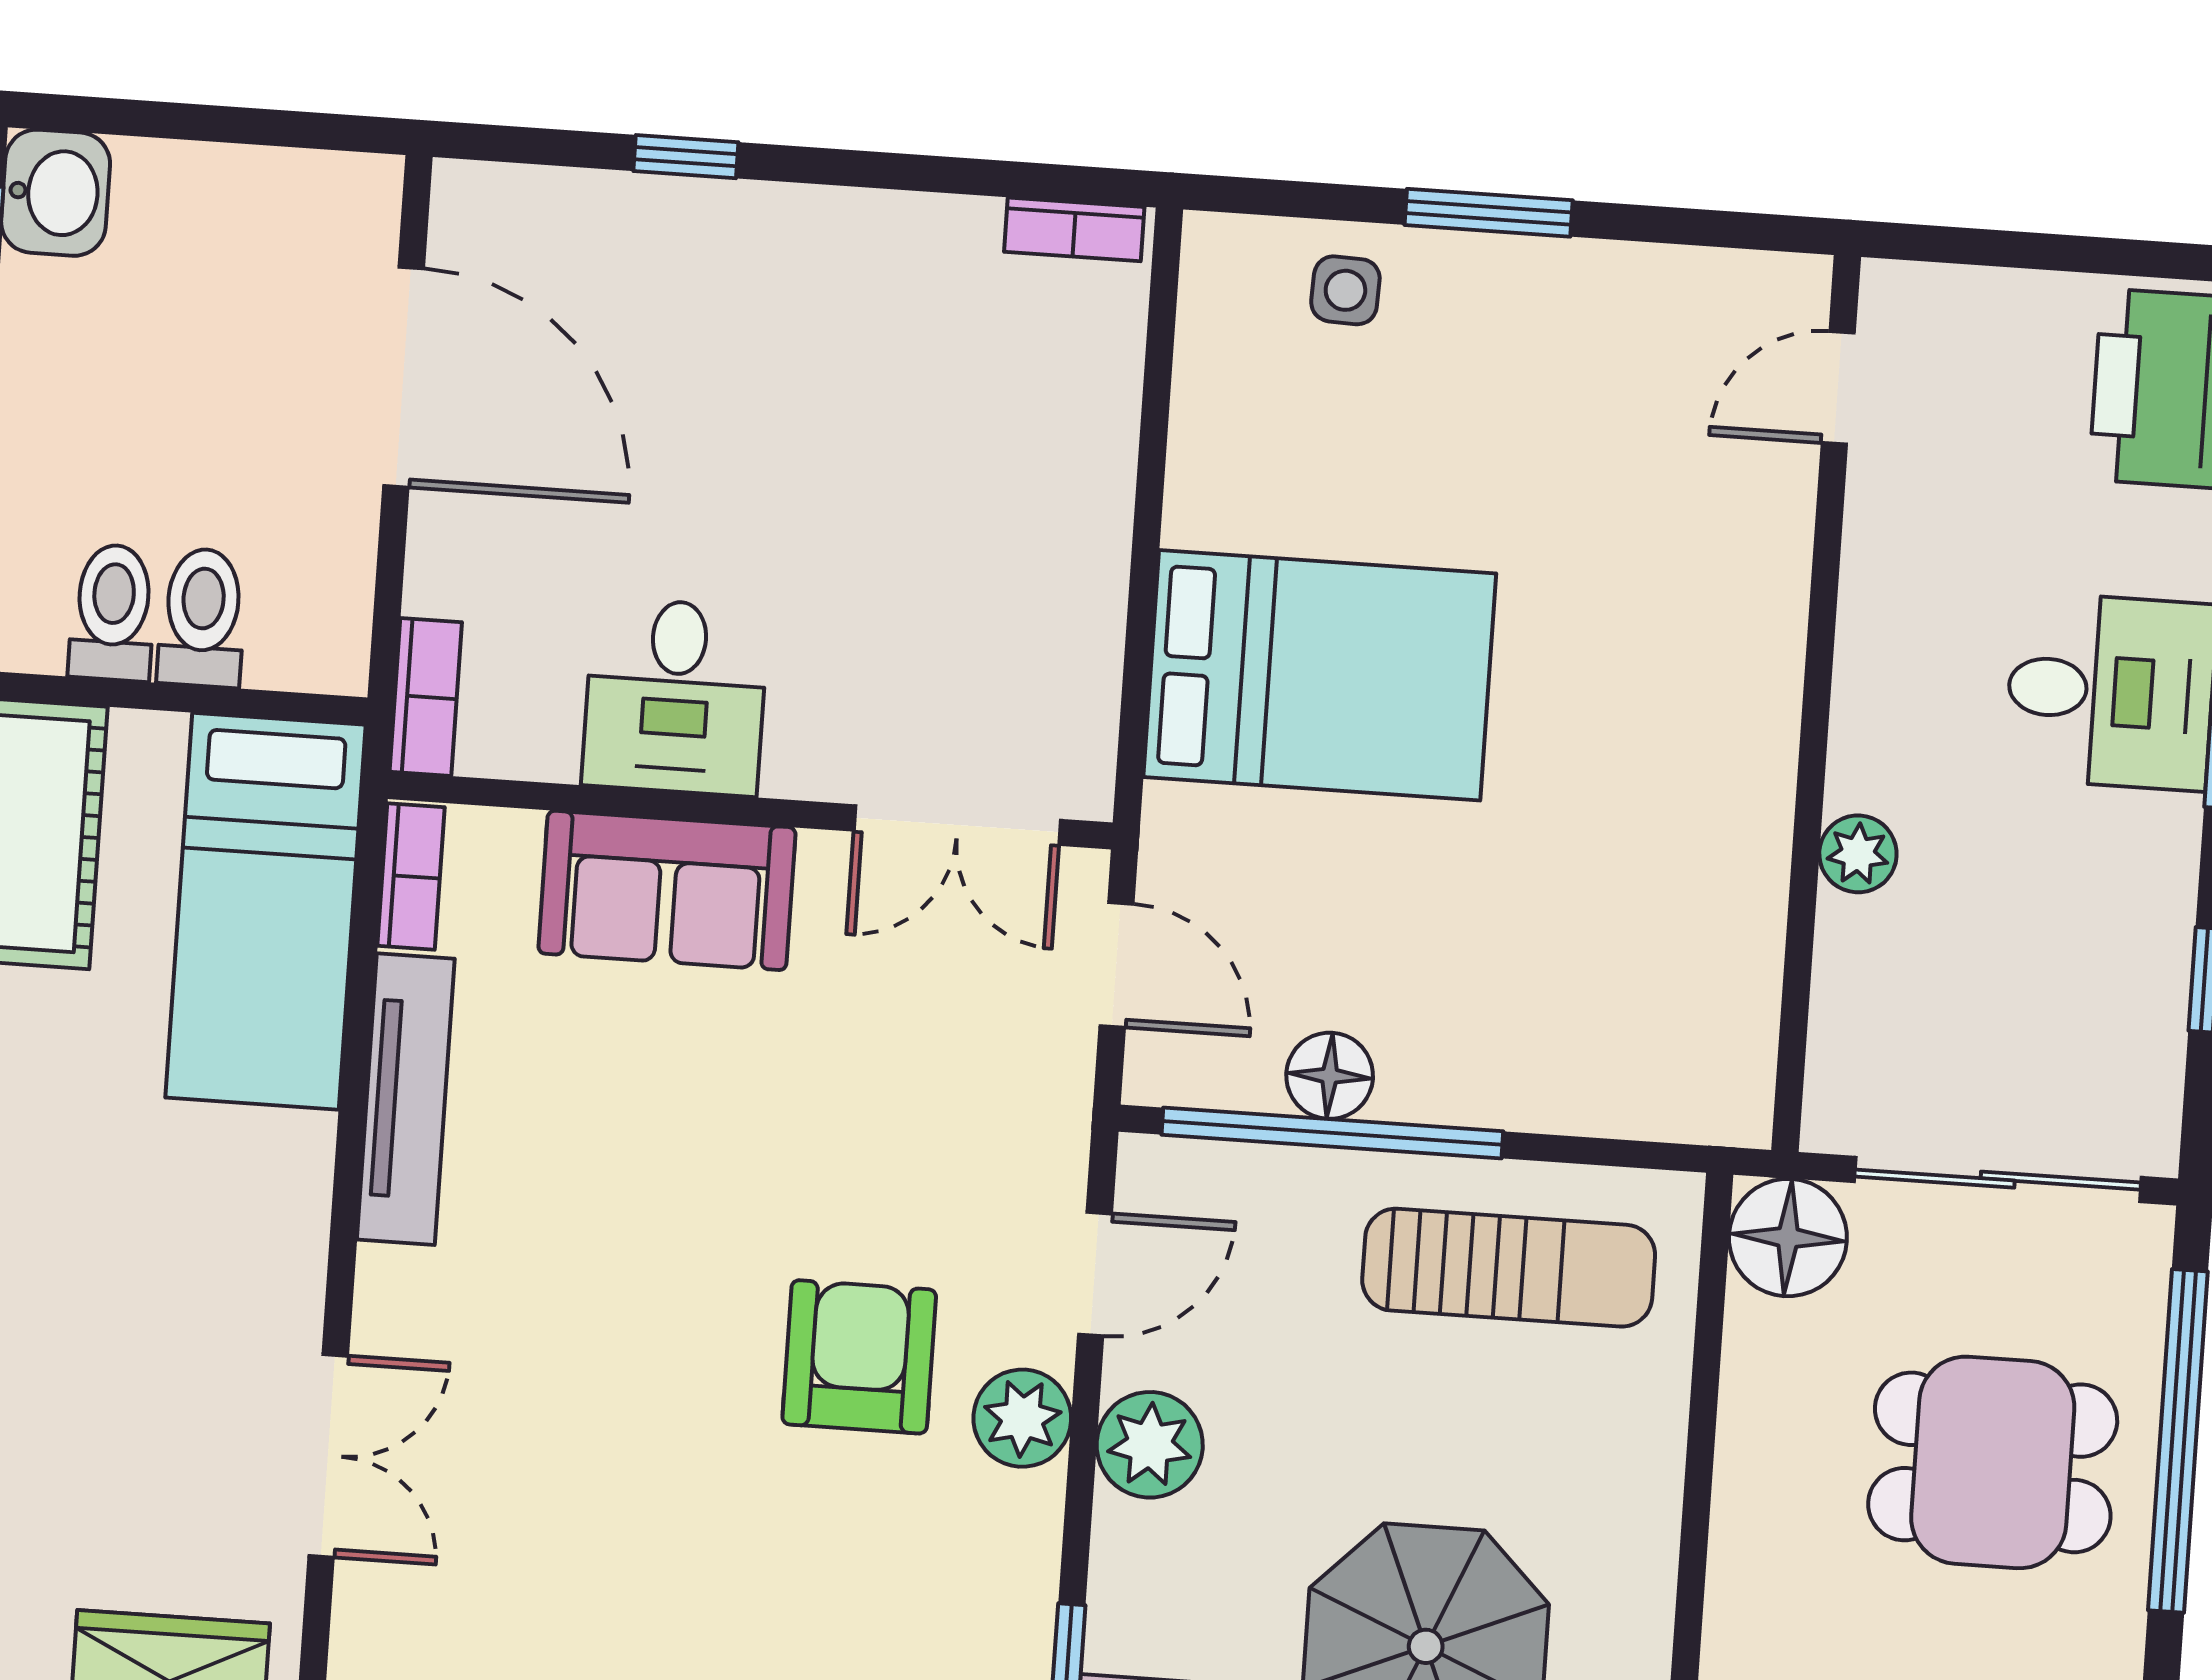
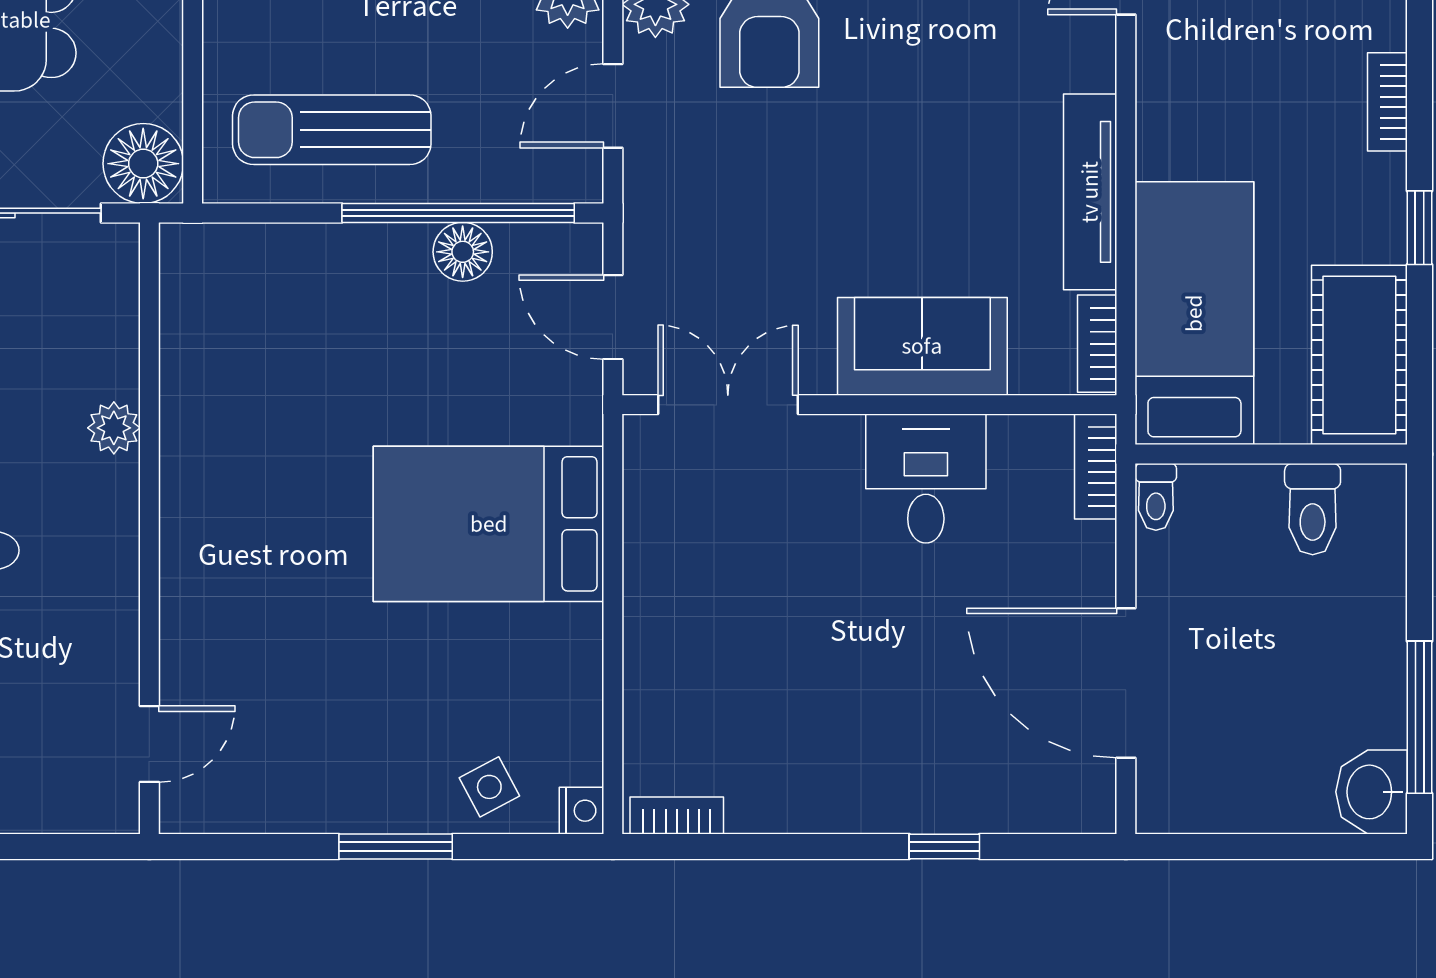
nightstand: (1213, 246) -> (582, 811), added
side table: (1345, 290) -> (489, 787), turned -30
toilet: (202, 618) -> (1156, 497), moved, width x0.73, depth x0.72

